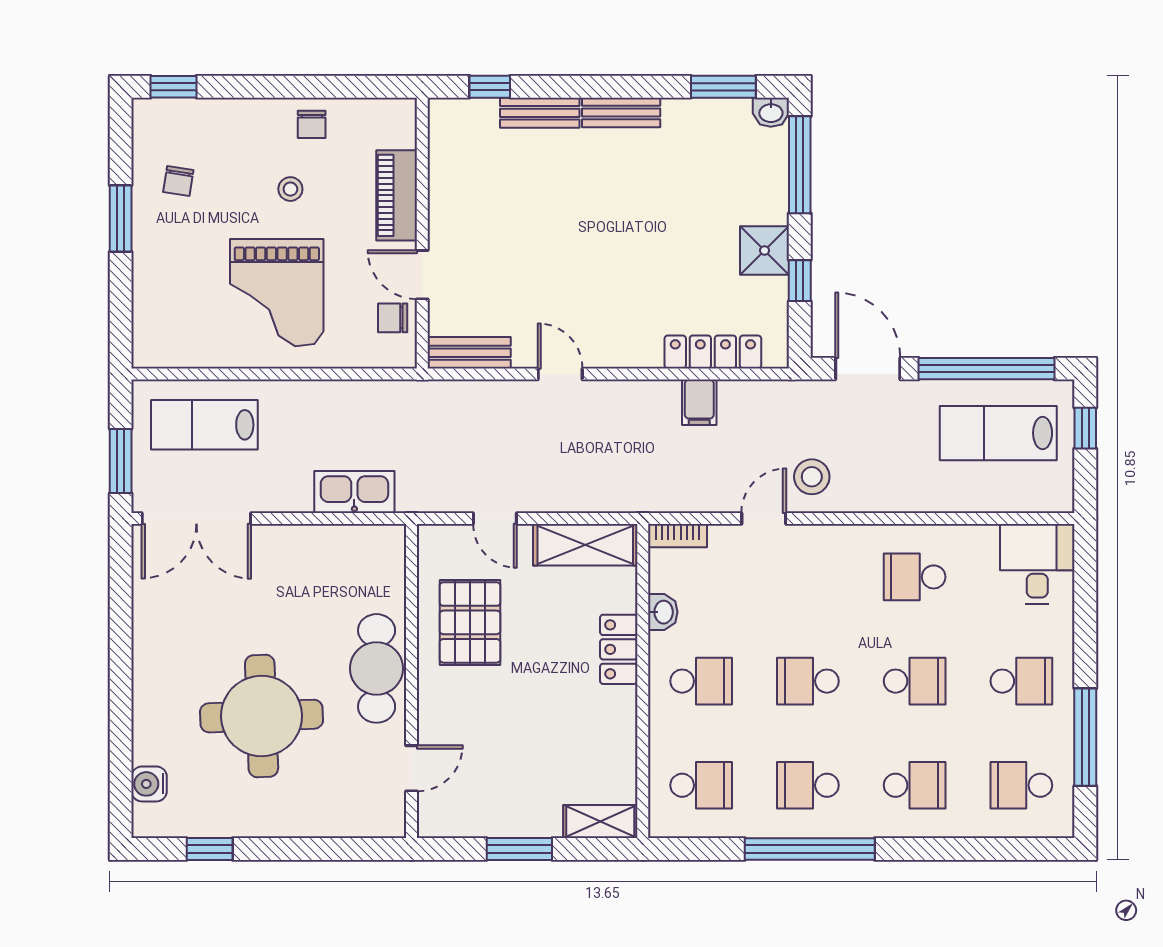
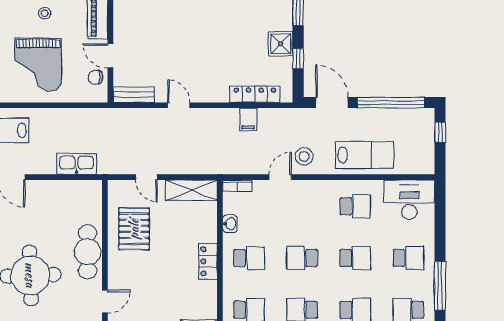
lab bench: (998, 433) -> (365, 155), moved, turned 180
desk: (1037, 564) -> (409, 200), width x1.37
school desk: (915, 577) -> (355, 206), turned 180
locker: (619, 649) -> (208, 261), moved

